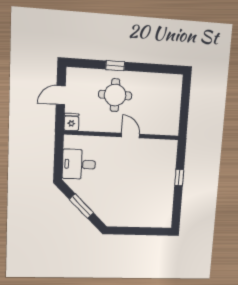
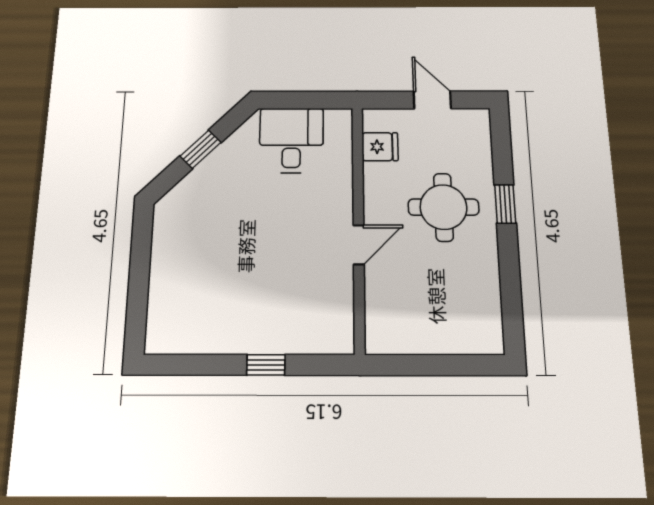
fridge: (71, 122) -> (380, 147), moved
window: (81, 206) -> (200, 149), width x0.67

